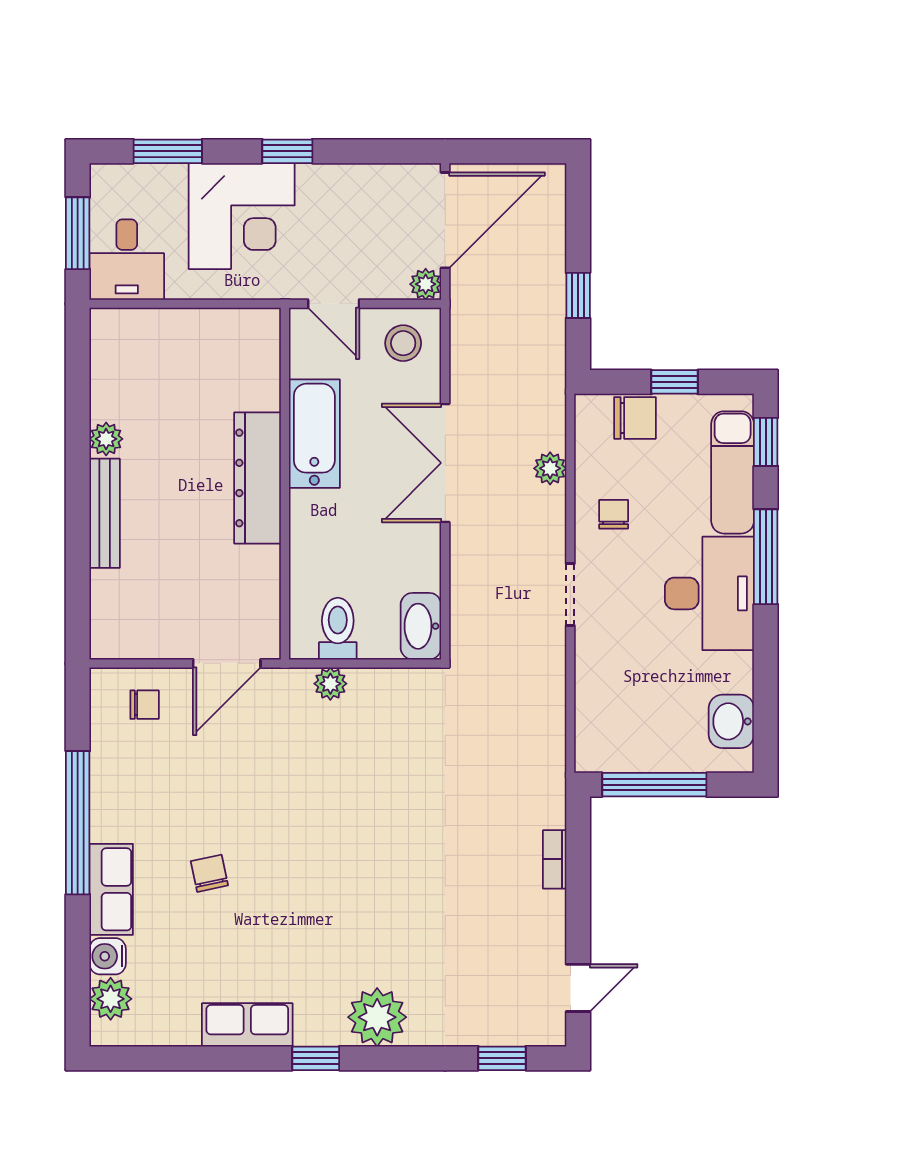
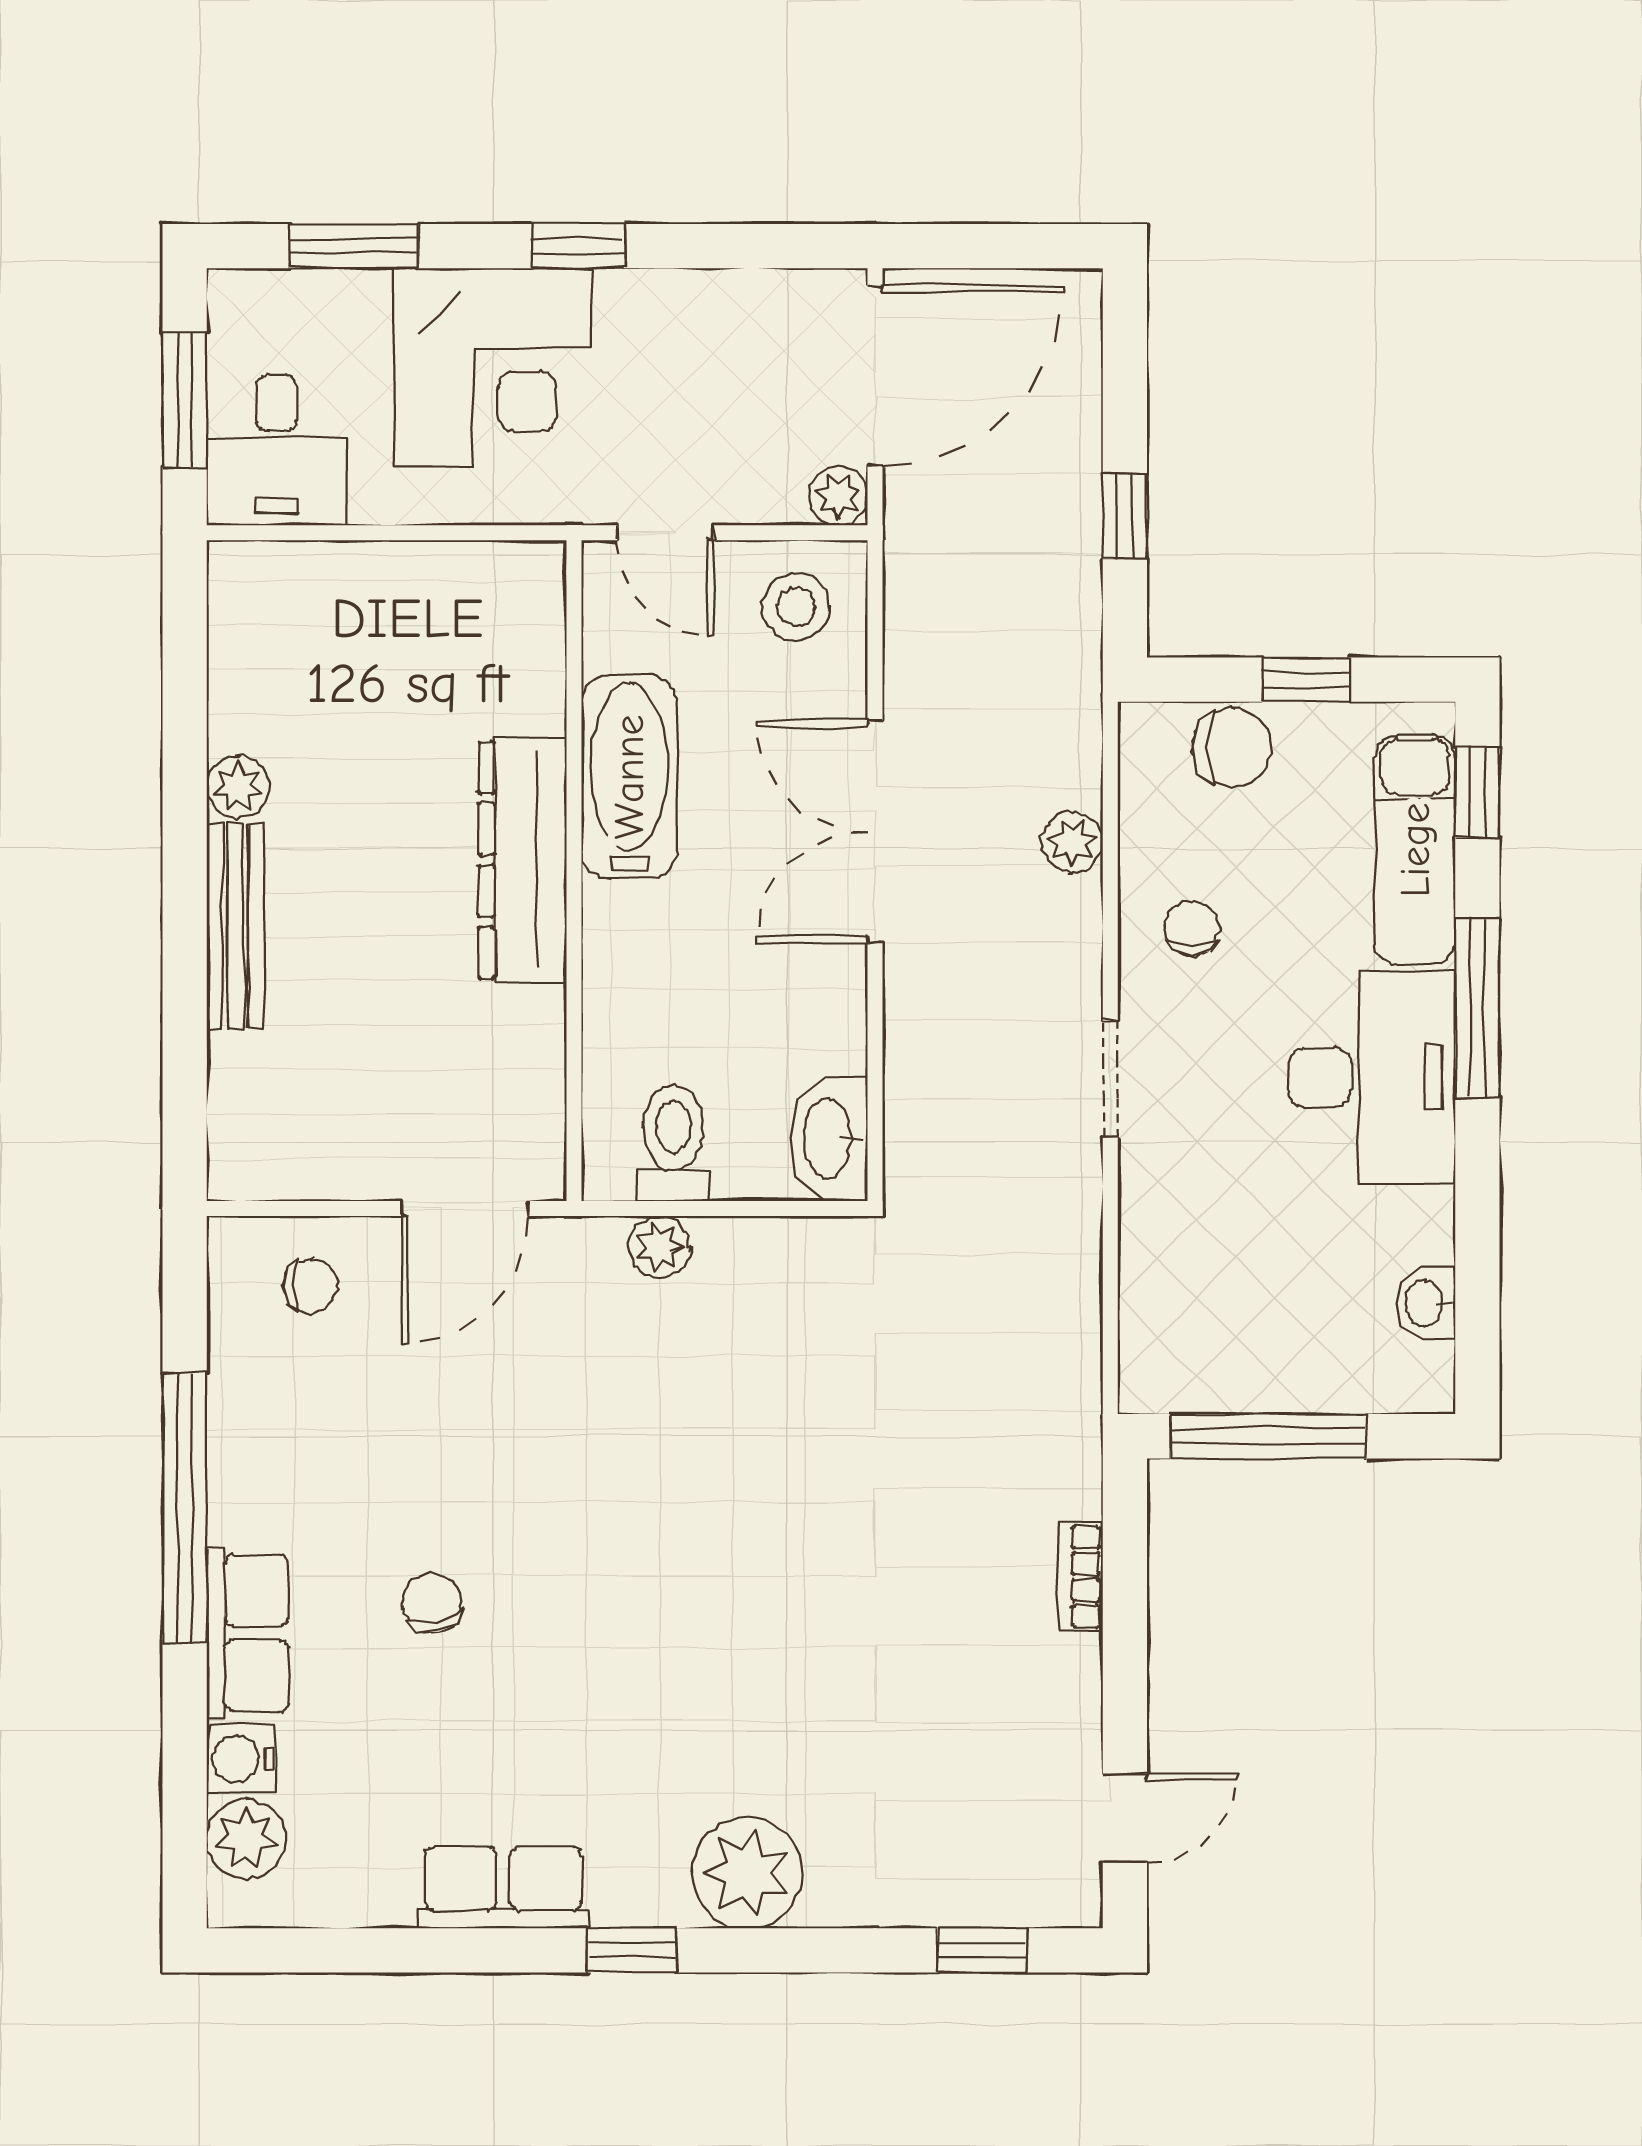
washbasin: (731, 721) -> (1426, 1304), width x0.72, depth x0.69

